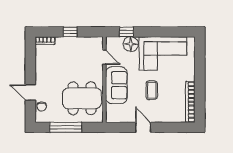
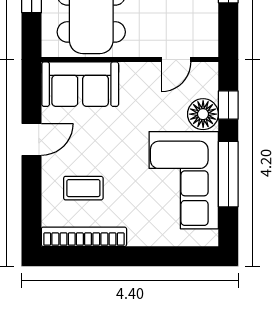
window: (160, 32) -> (228, 174), added
sofa: (116, 85) -> (80, 84), moved
coffee table: (152, 90) -> (83, 188), moved

